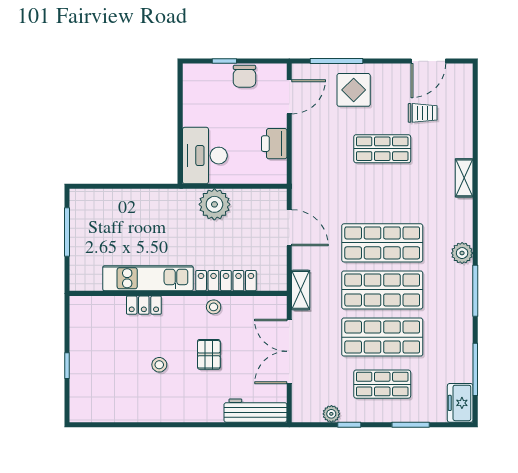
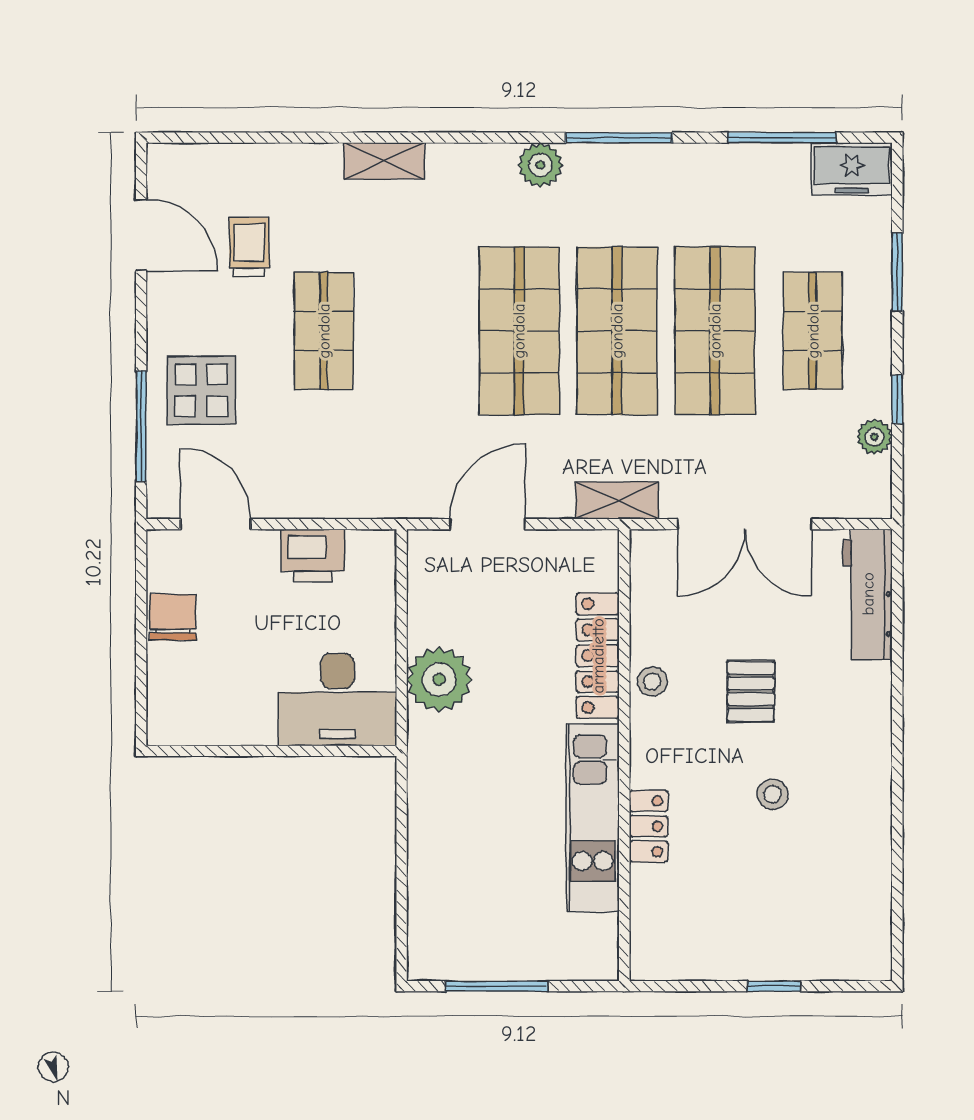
window: (224, 61) -> (141, 659), removed
chair: (244, 76) -> (173, 617), turned -90
pallet: (209, 354) -> (751, 691), turned 90

